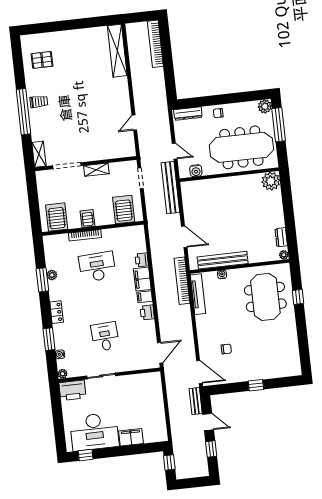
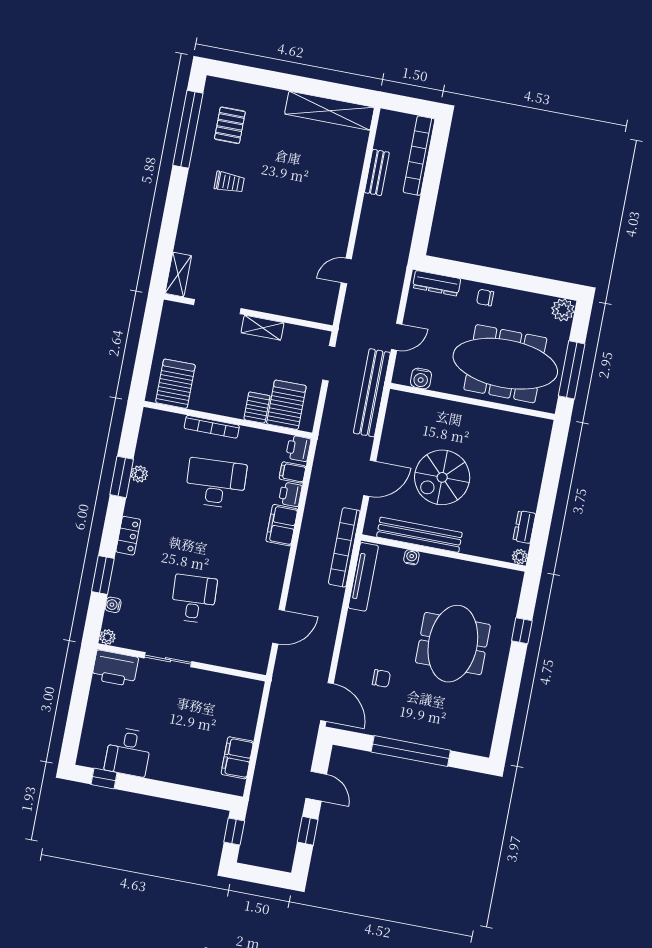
shelving: (117, 51) -> (329, 111), moved, turned 90
pallet: (42, 60) -> (230, 125), turned 90
trolley: (39, 102) -> (229, 182), moved
window: (24, 112) -> (188, 129), moved
window: (279, 125) -> (572, 370), moved
door: (175, 151) -> (397, 337), hinge flipped
plant: (271, 181) -> (536, 432), removed
server rack: (87, 219) -> (257, 408), moved
spiral stairs: (225, 223) -> (442, 477), added
door: (184, 237) -> (370, 478), hinge flipped
filing cabinet: (145, 297) -> (292, 472), moved
meeting table: (265, 297) -> (453, 644), moved
printer: (147, 312) -> (298, 448), moved
door: (160, 353) -> (278, 627), moved
window: (256, 385) -> (411, 751), width x3.17
bench: (196, 401) -> (377, 172), moved
desk: (94, 432) -> (128, 752), width x0.53, depth x0.77
filing cabinet: (131, 437) -> (237, 758), moved, turned -90

